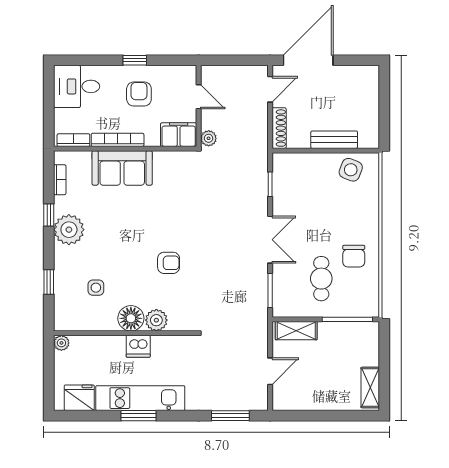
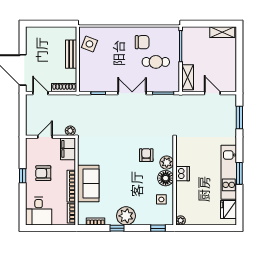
floor lamp: (131, 318) -> (166, 178), moved
plant: (156, 320) -> (167, 163), moved
wall: (125, 333) -> (175, 182), moved
plant: (61, 343) -> (181, 220), moved
dishwasher: (138, 346) -> (183, 174), moved

